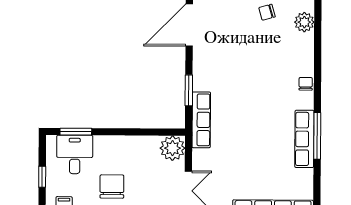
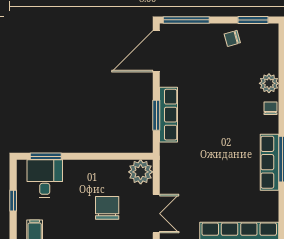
plant: (304, 22) -> (269, 83), moved
row of seats: (201, 120) -> (169, 115), moved
chair: (112, 186) -> (107, 208), moved

